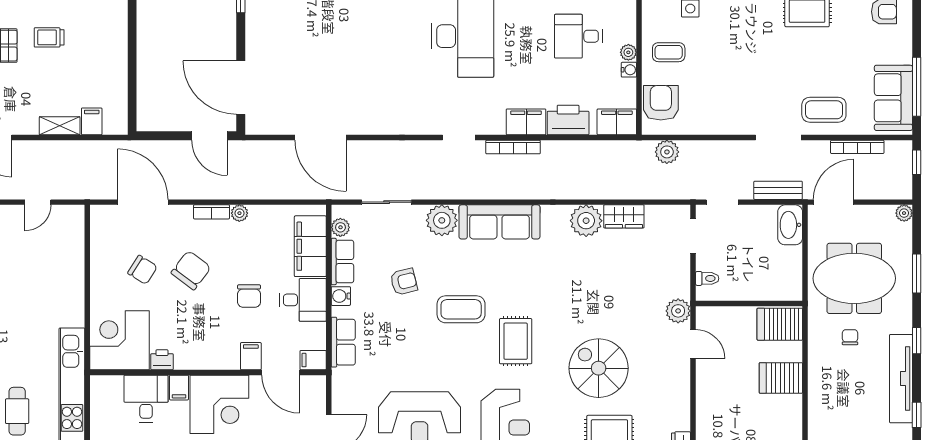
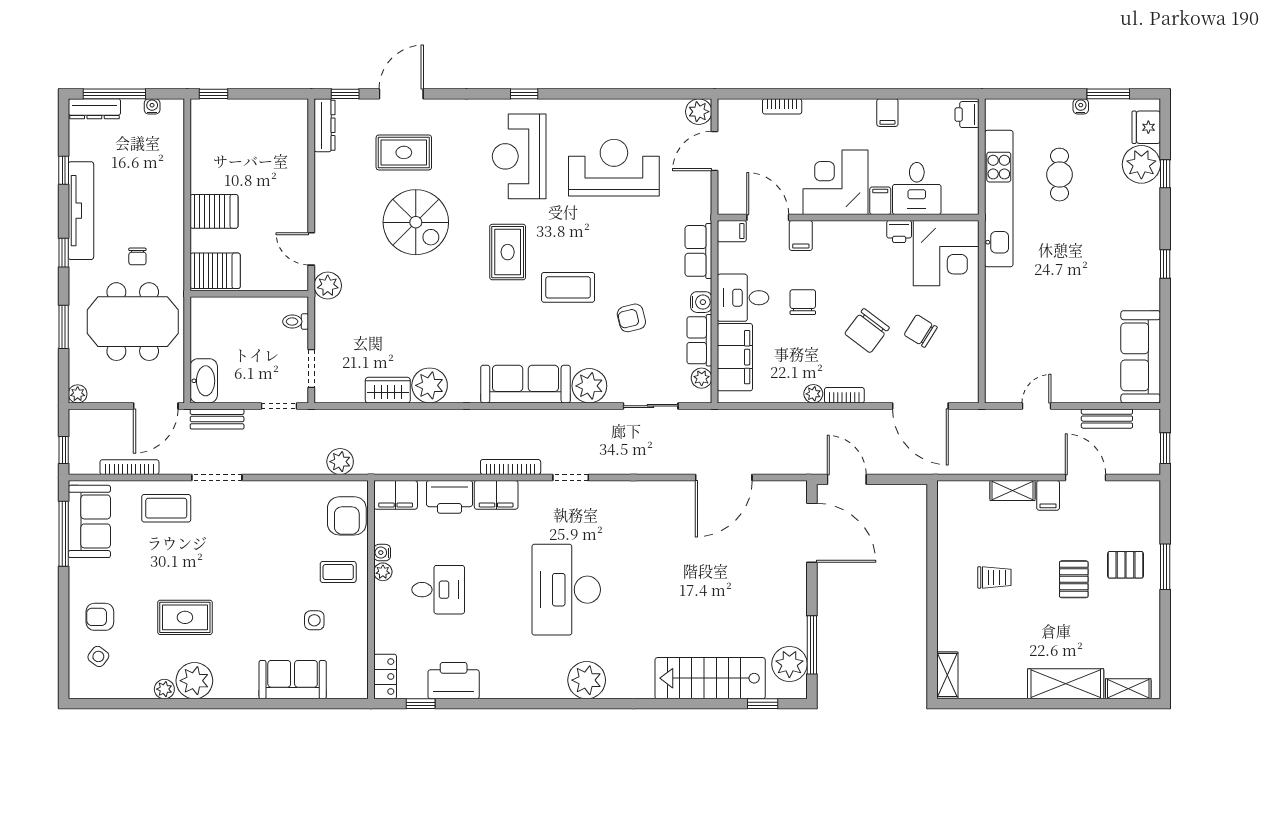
trolley: (49, 37) -> (994, 577), moved
filing cabinet: (92, 121) -> (1048, 495), moved
door: (320, 137) -> (724, 478), swing flipped

